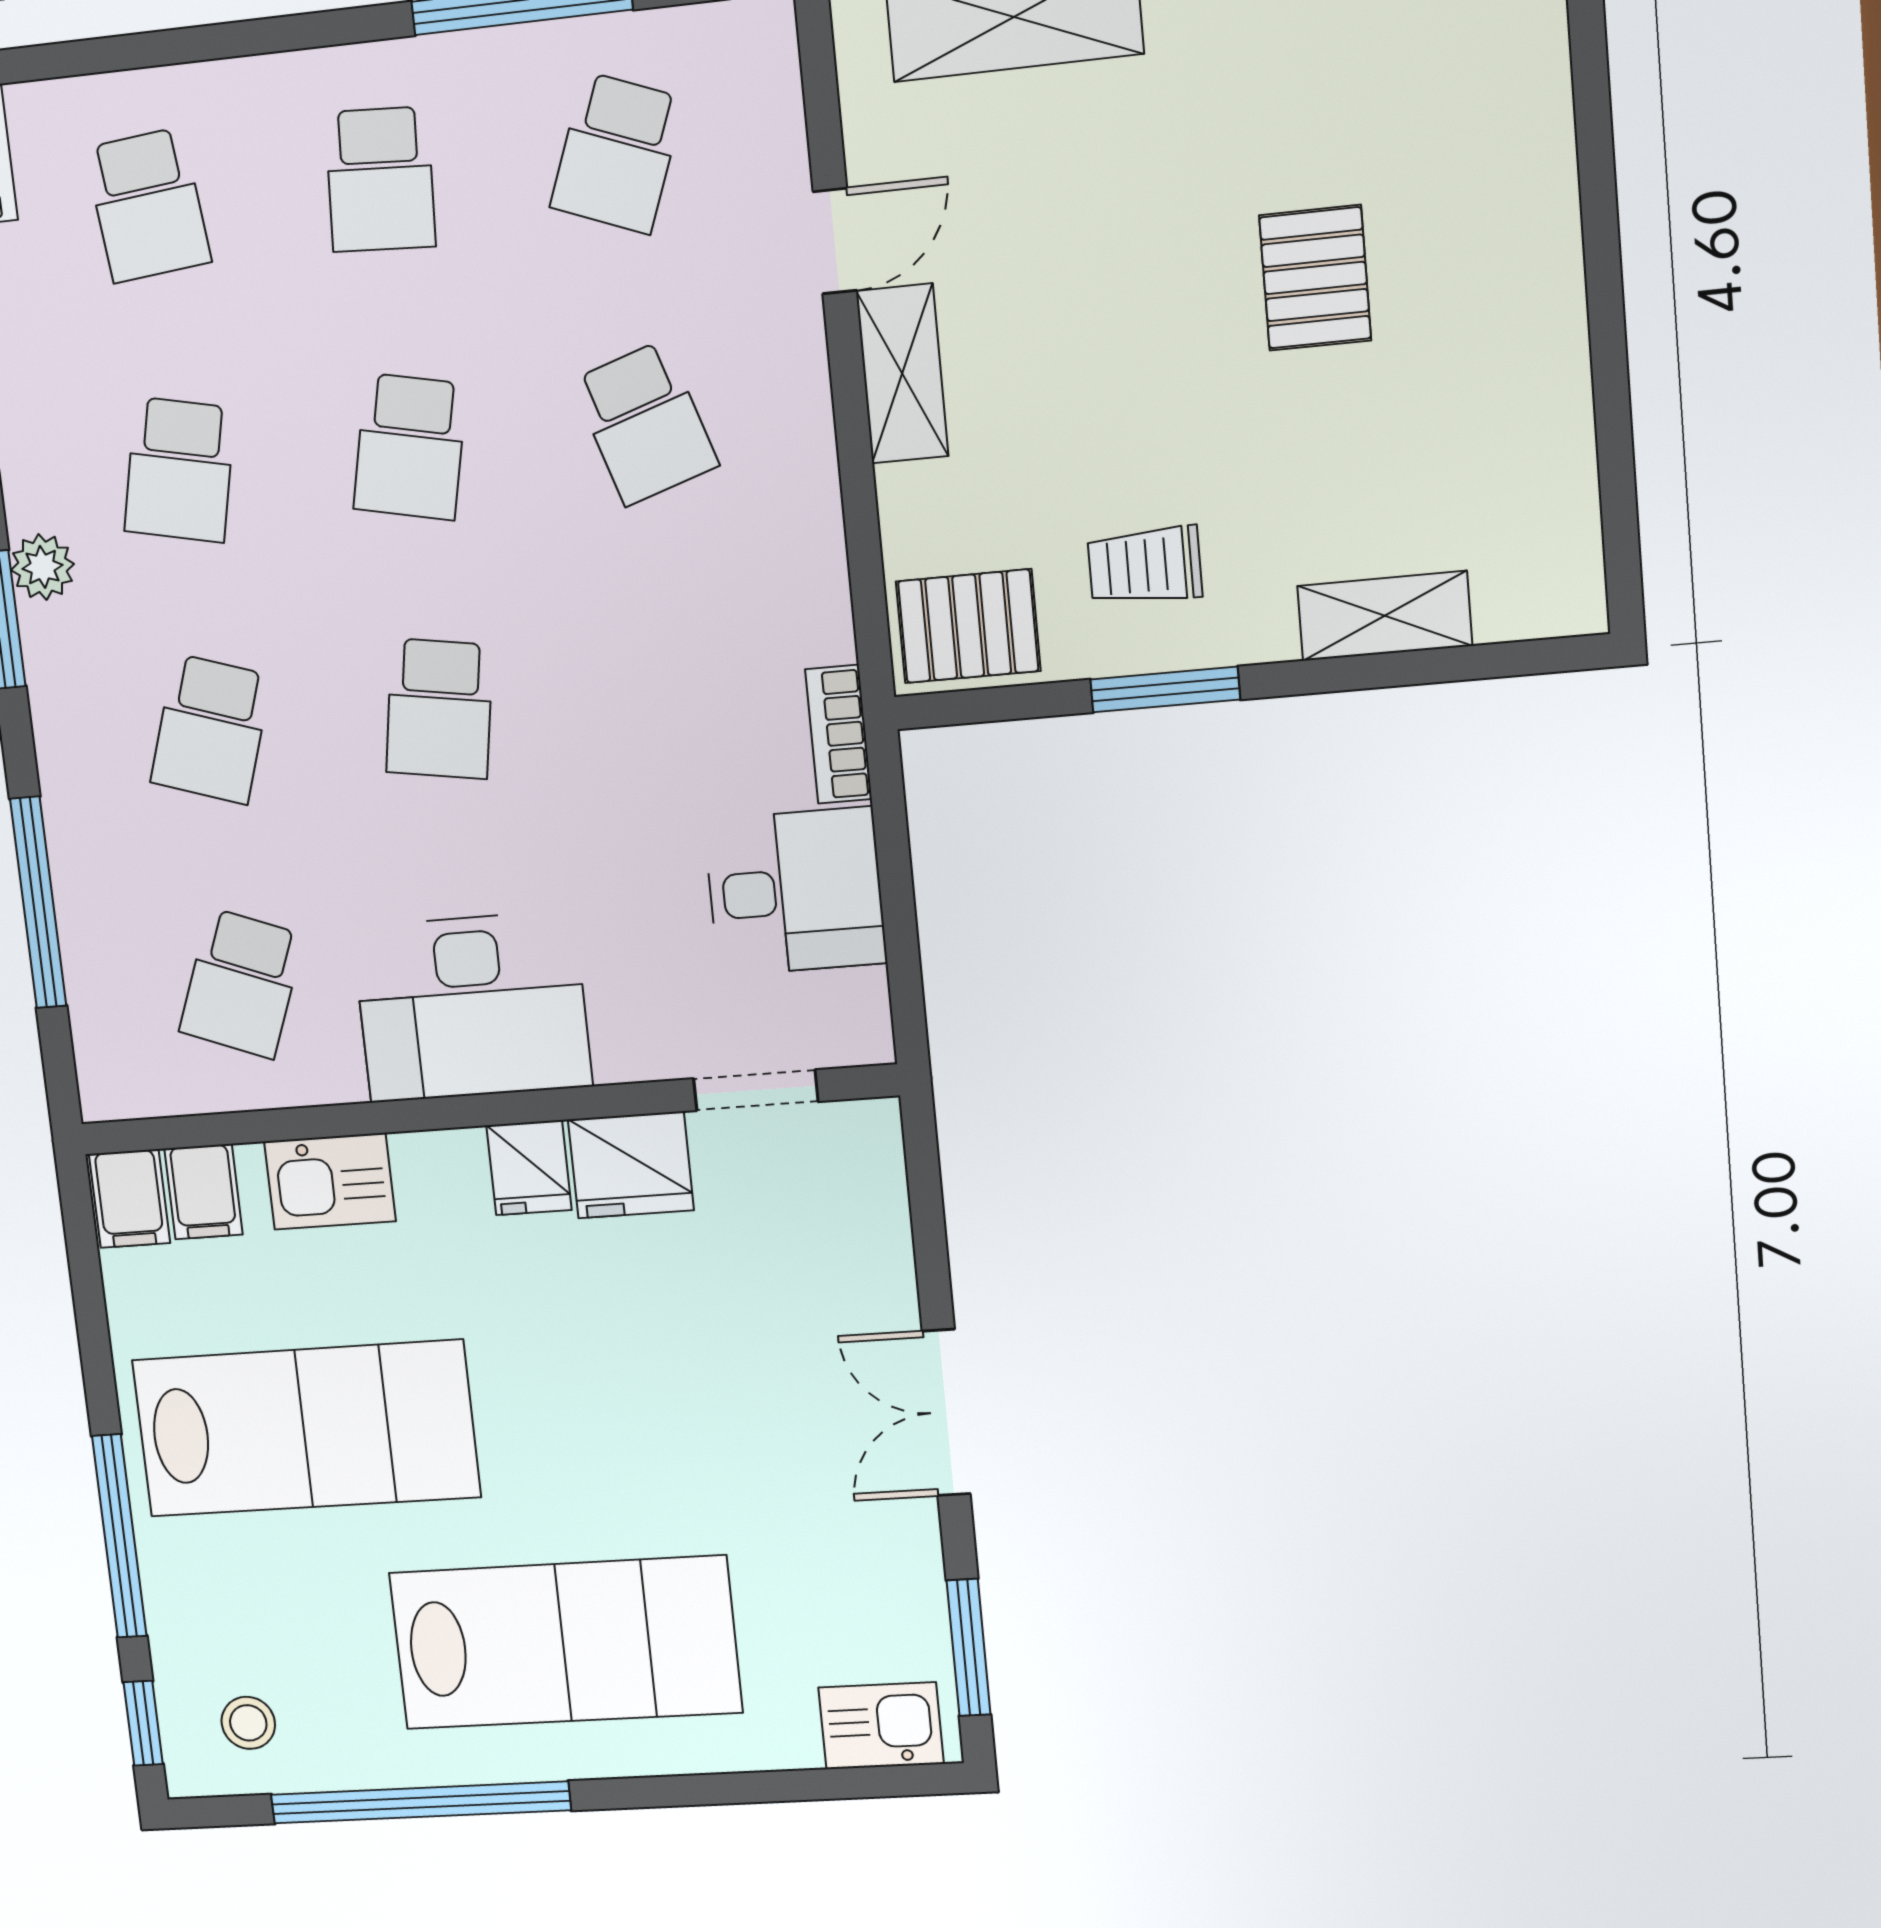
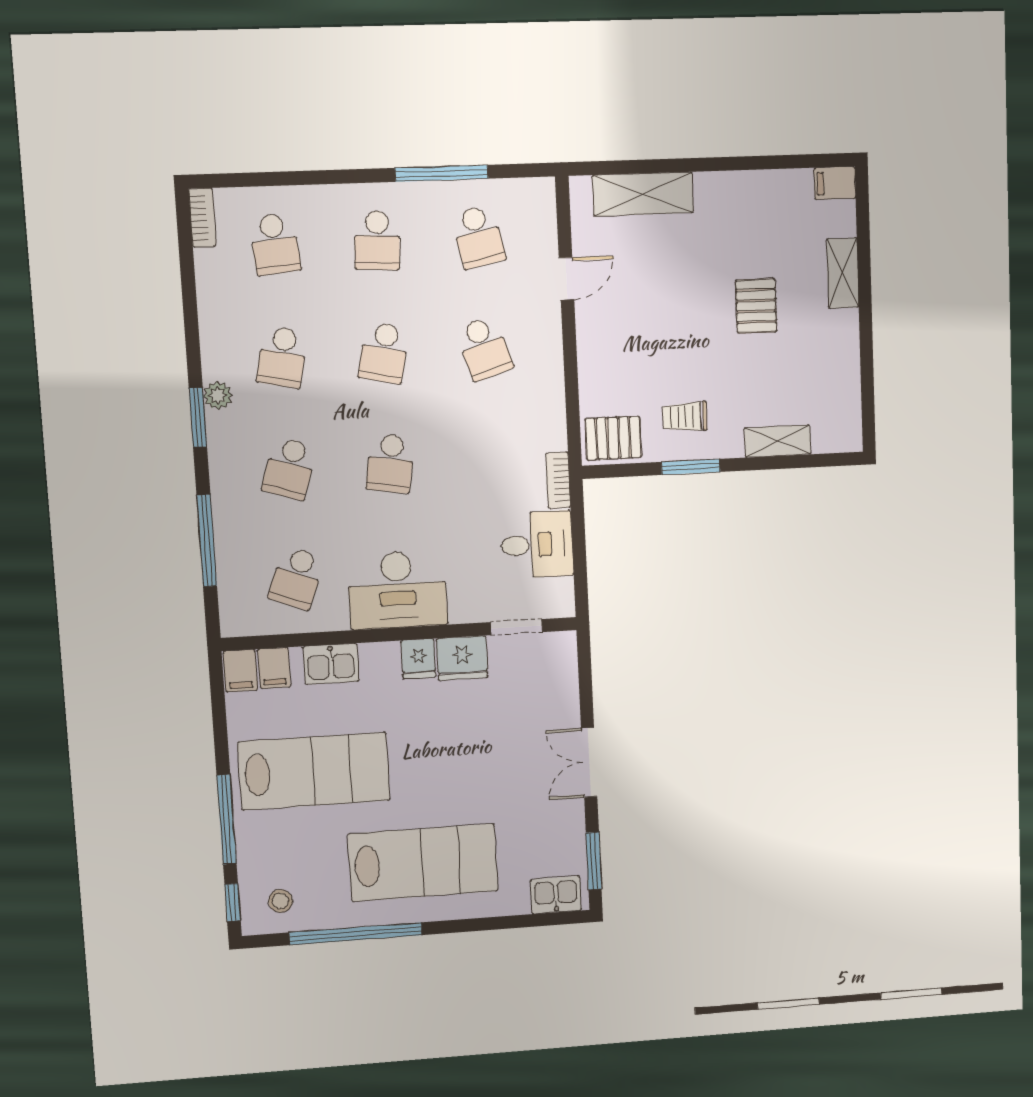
school desk: (617, 153) -> (478, 237), turned -33
shelving: (902, 374) -> (843, 273), moved

